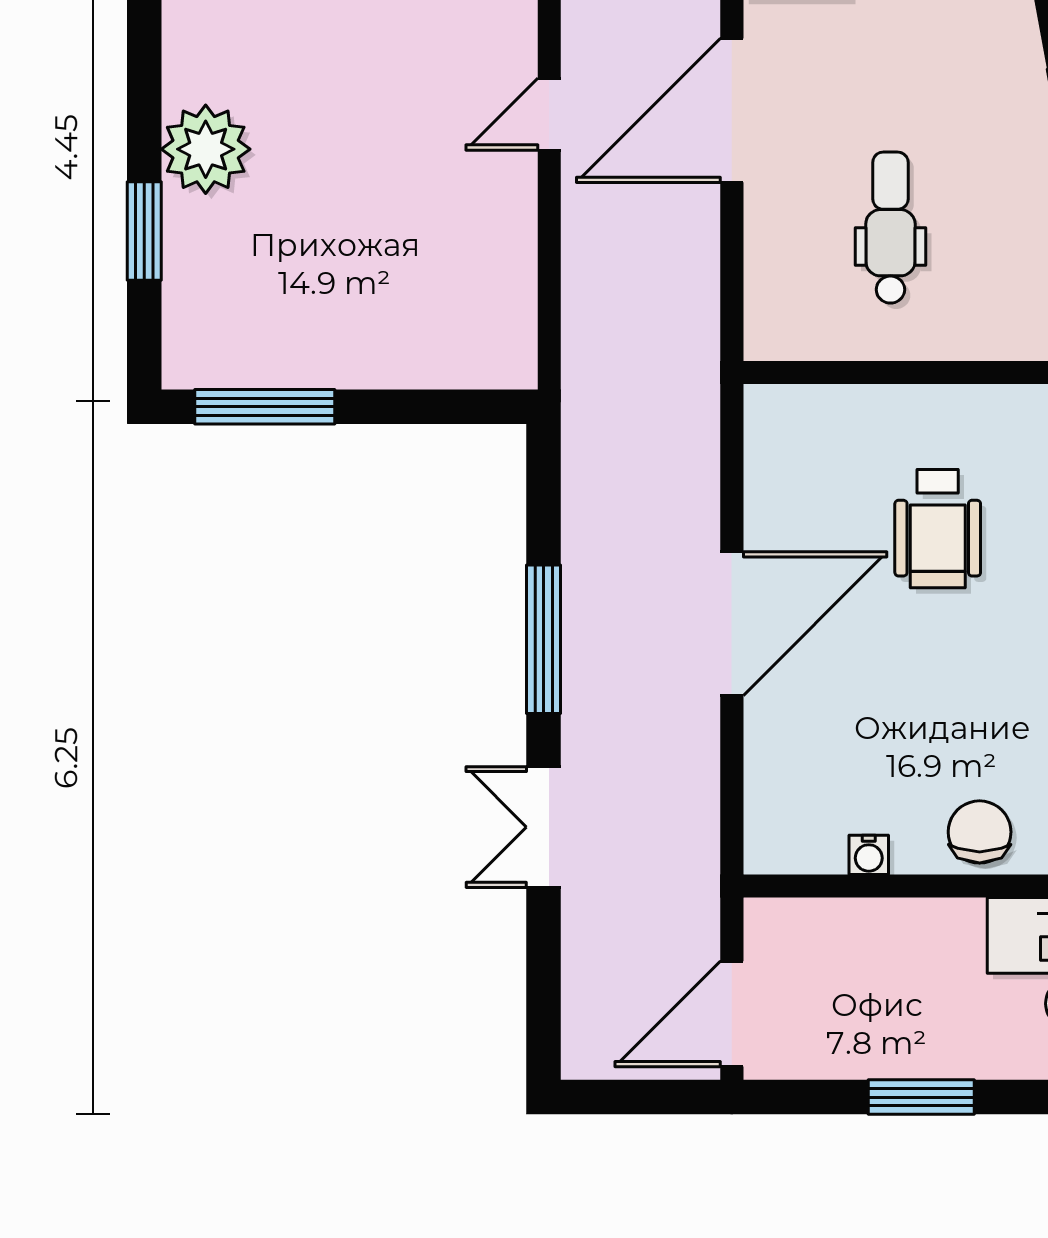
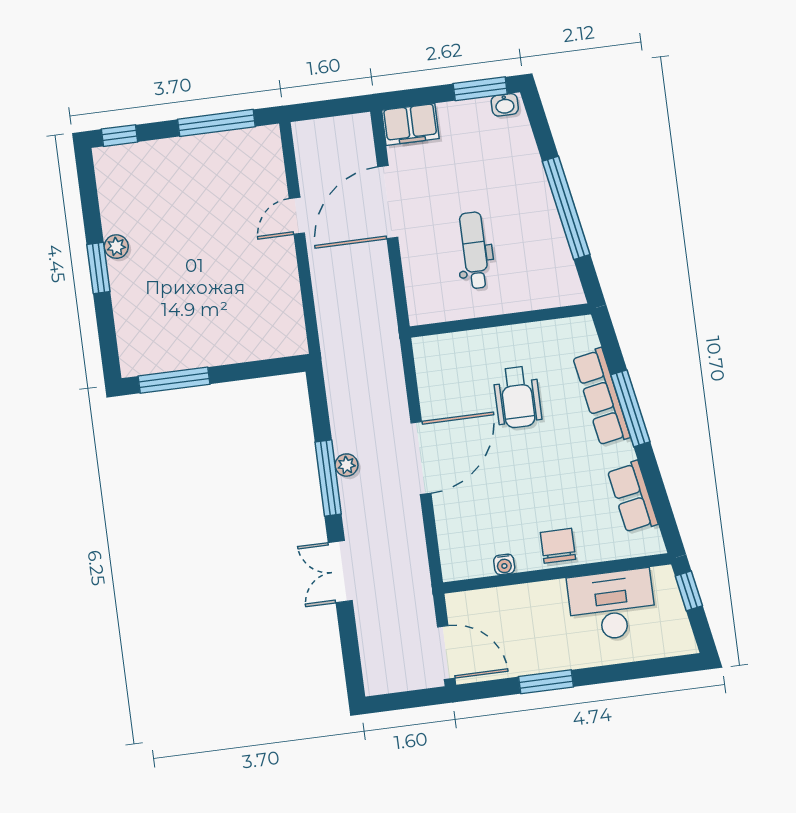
plant: (206, 149) -> (116, 247), width x0.53, depth x0.53
window: (144, 231) -> (98, 268), moved
plant: (583, 618) -> (346, 465), added
door: (732, 1014) -> (446, 653), swing flipped

